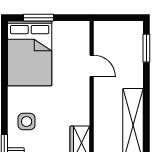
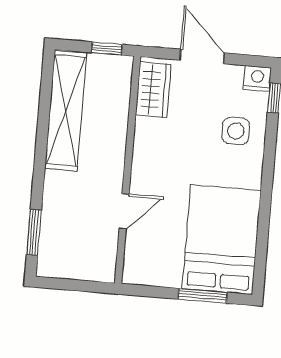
door: (92, 66) -> (124, 211), swing flipped

